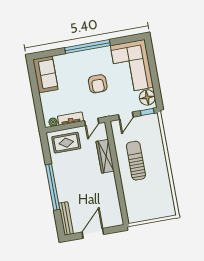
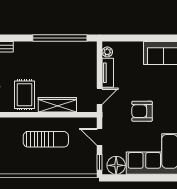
door: (92, 122) -> (99, 96), swing flipped
rug: (66, 143) -> (24, 95), moved
window: (53, 187) -> (60, 38), moved

